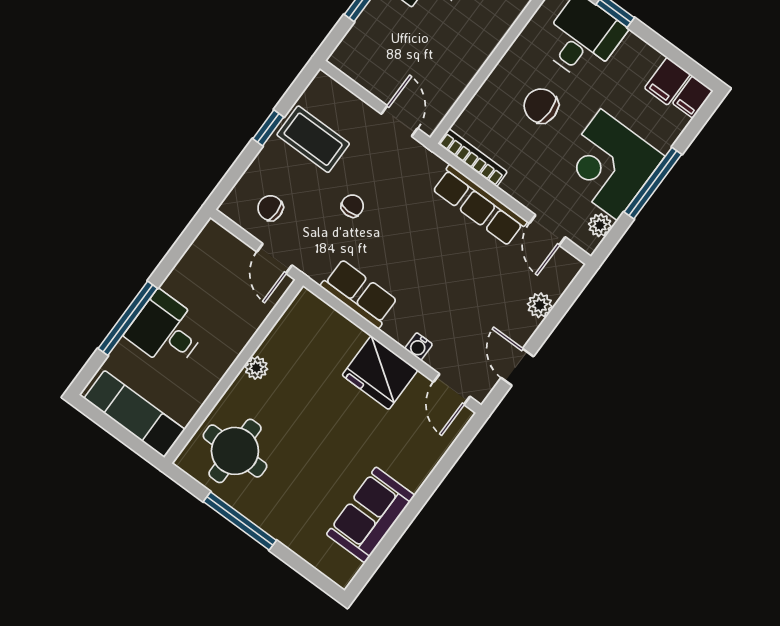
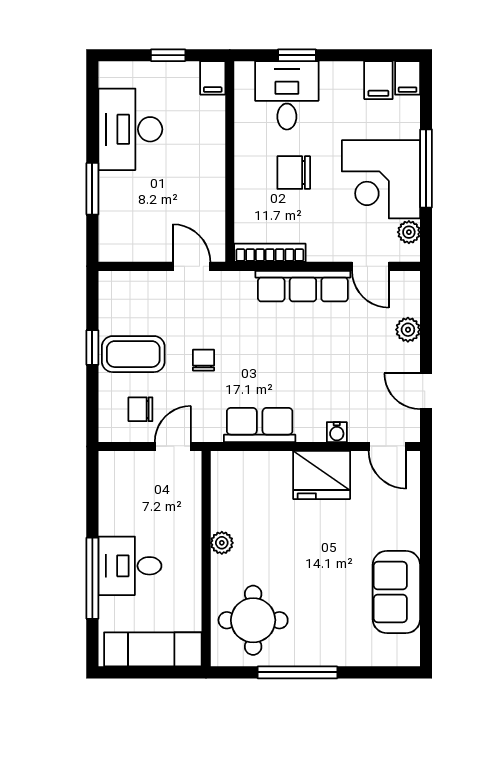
coffee table: (313, 139) -> (133, 354), moved
door: (274, 259) -> (173, 446), swing flipped

